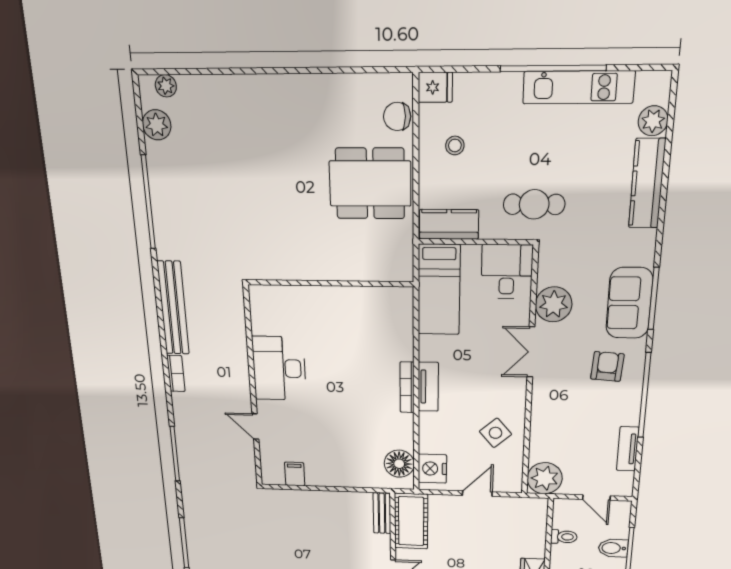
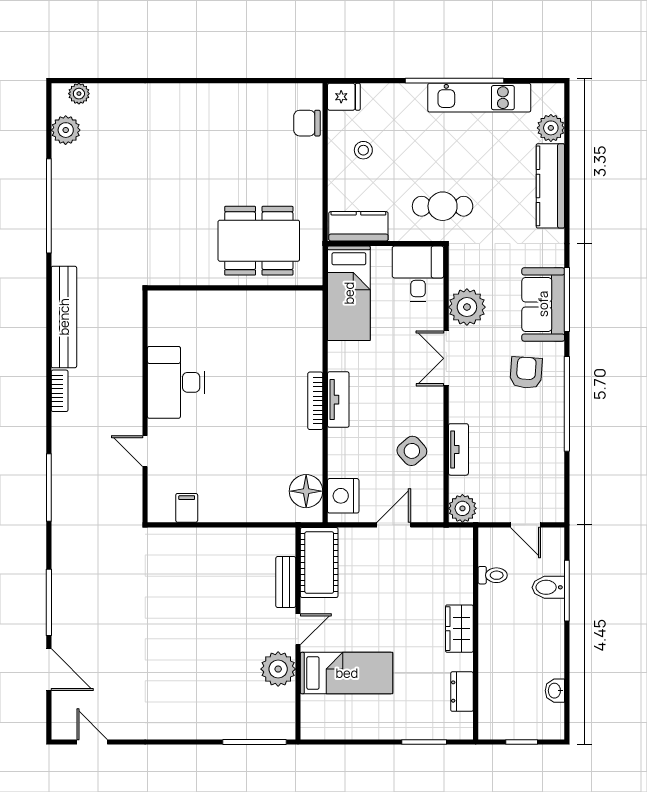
dining table: (370, 184) -> (259, 241), moved
tv unit: (628, 449) -> (458, 449), moved, turned 180
plant: (545, 478) -> (462, 508), width x0.73, depth x0.73
bench: (382, 513) -> (286, 582), moved

